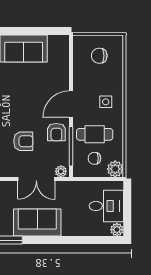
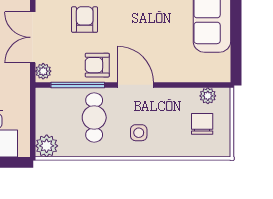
plant: (79, 52) -> (208, 96), added
armchair: (23, 141) -> (85, 20), turned 180
chair: (94, 158) -> (61, 117), removed

